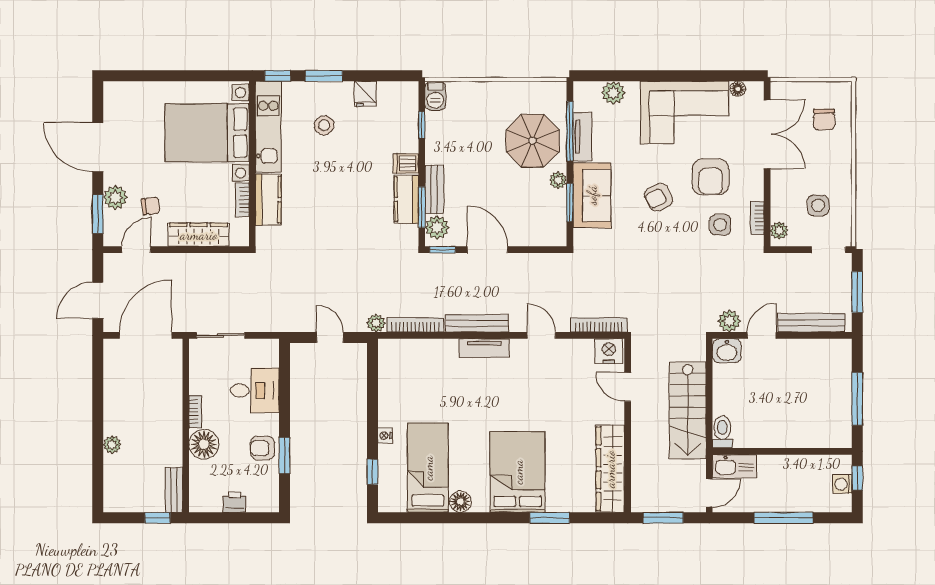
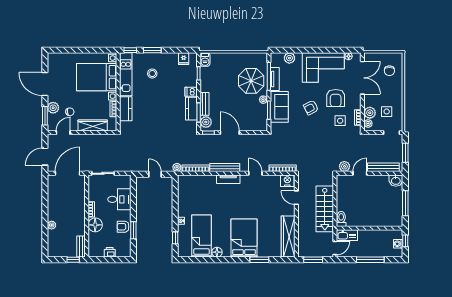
fridge: (365, 94) -> (184, 59), moved
plant: (783, 208) -> (370, 113), added
washbasin: (727, 351) -> (396, 181), moved

